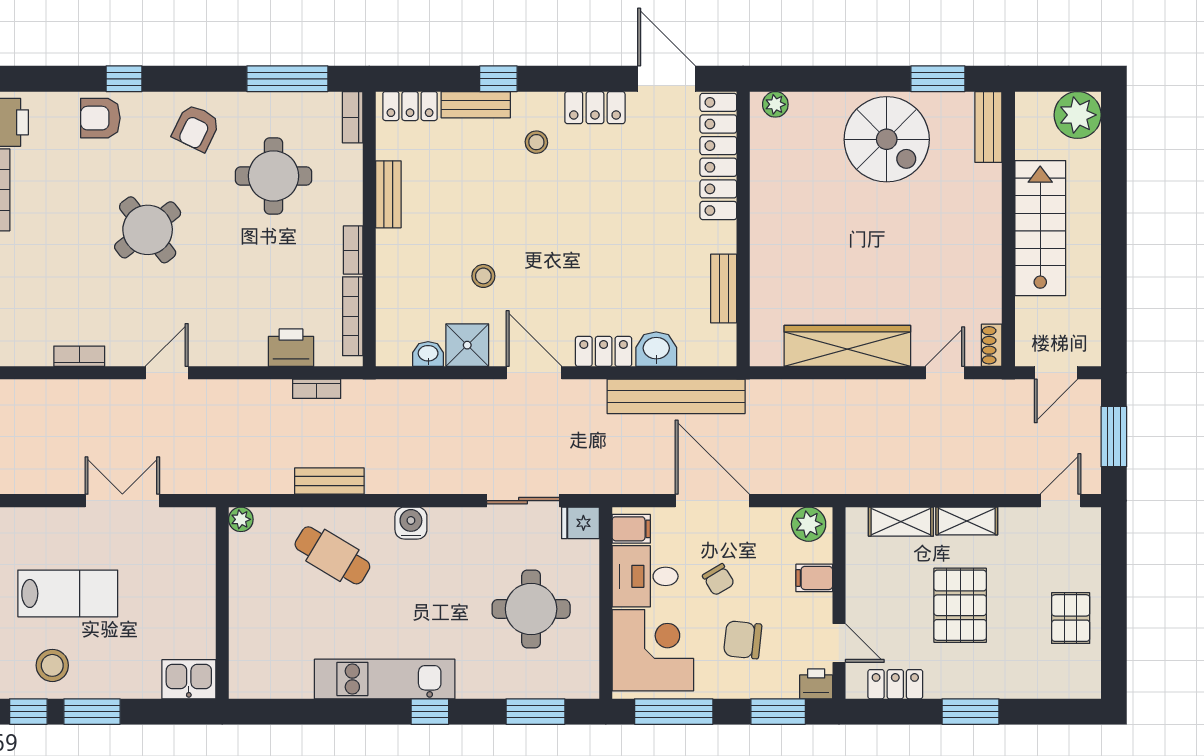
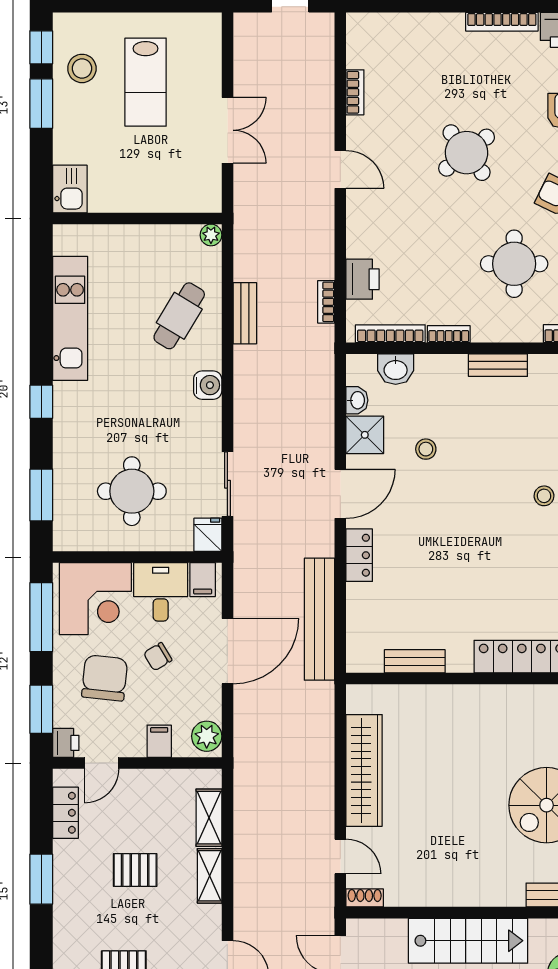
washbasin: (656, 349) -> (396, 369), moved, turned 90
pallet: (960, 605) -> (135, 870), width x0.67, depth x0.71
chair: (743, 640) -> (105, 678), width x1.37, depth x1.37
kitchen unit: (385, 679) -> (70, 318), moved

